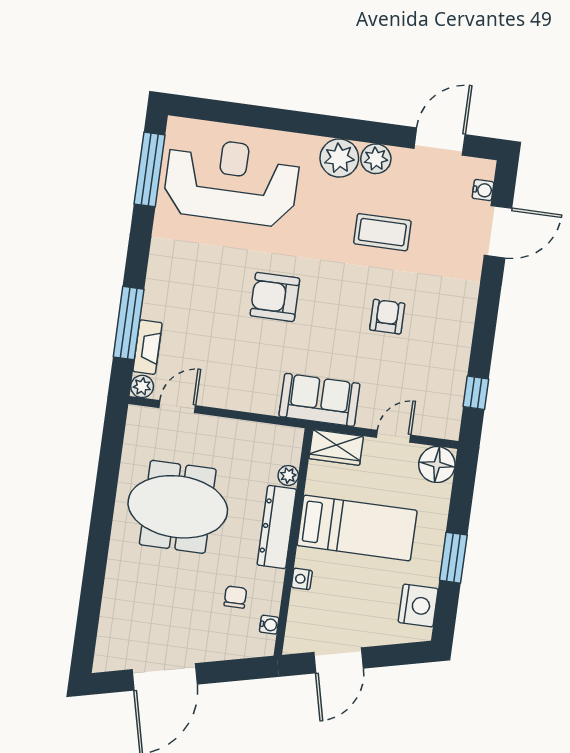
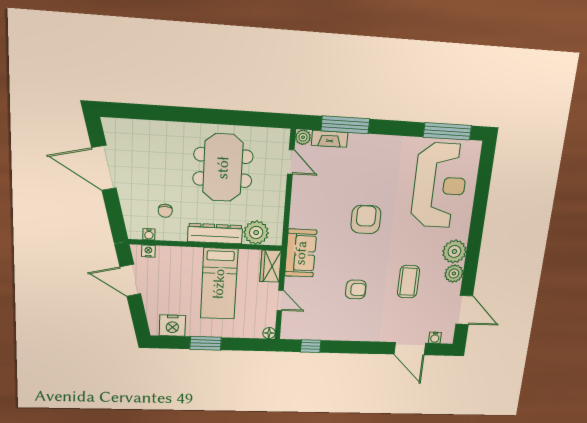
floor lamp: (437, 465) -> (269, 333), width x0.53, depth x0.53
plant: (288, 475) -> (256, 233), width x1.88, depth x1.88
nightstand: (302, 579) -> (148, 251), moved
chair: (235, 597) -> (165, 211), turned 90

